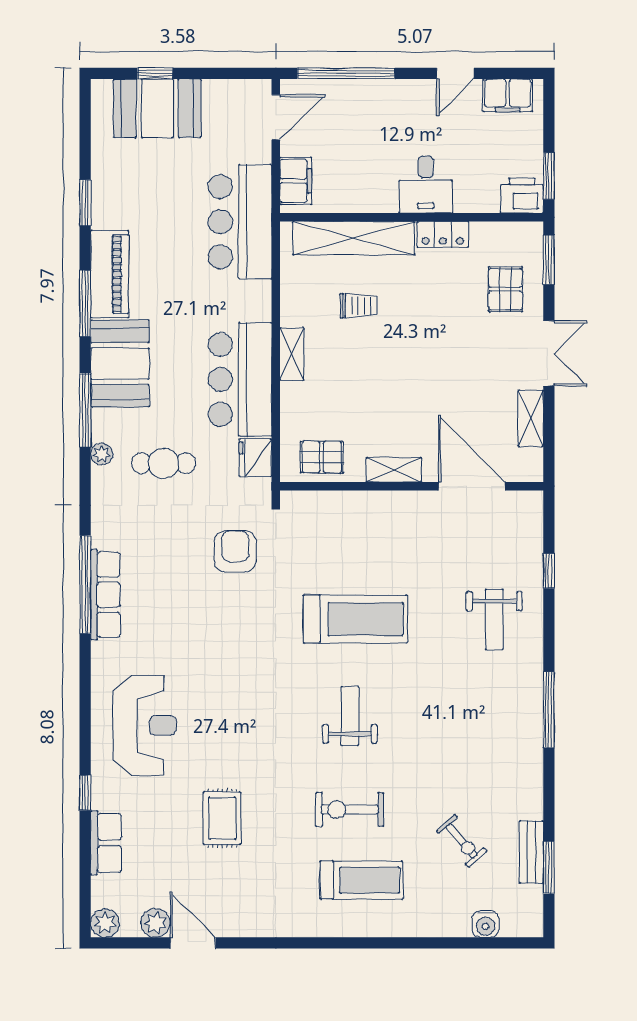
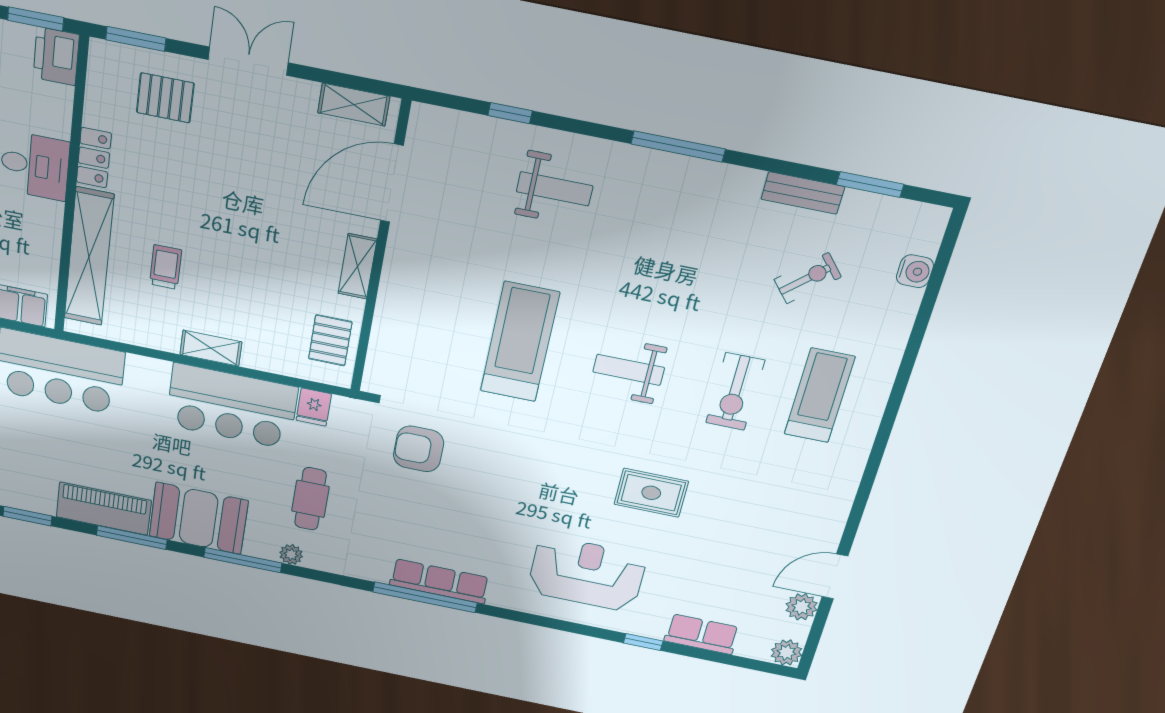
shelving: (531, 418) -> (354, 105), moved
fridge: (255, 458) -> (314, 407), width x0.72
rug: (222, 818) -> (651, 493), moved
bench: (531, 852) -> (803, 193), moved

